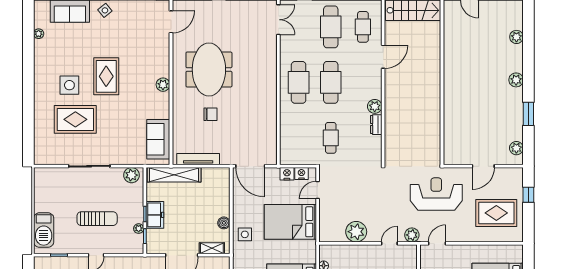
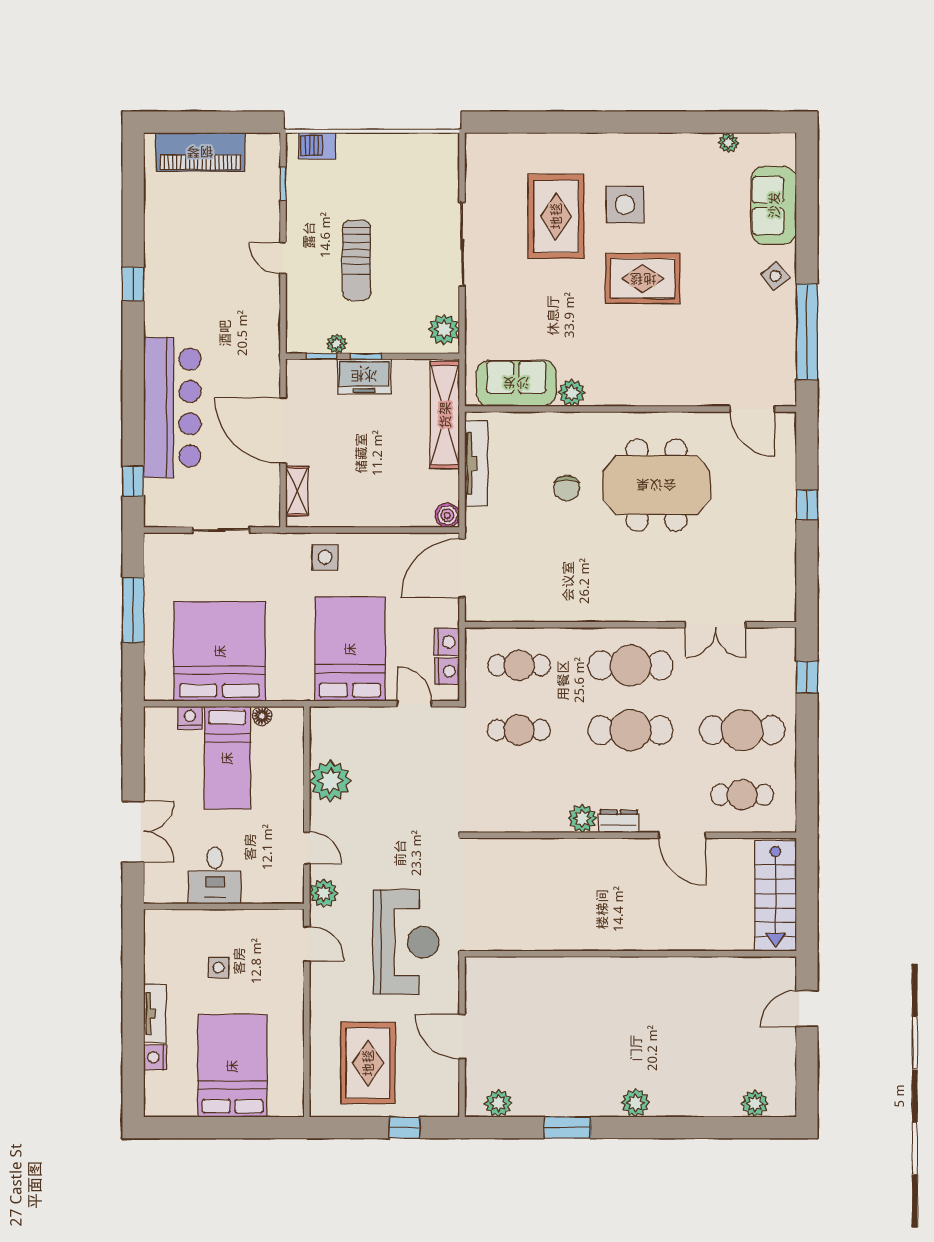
double door: (278, 20) -> (715, 625), moved
plant: (516, 37) -> (755, 1104), moved
plant: (163, 85) -> (572, 393), moved
dresser: (376, 125) -> (619, 821), moved
cafe table: (299, 138) -> (519, 665), added
boiler: (224, 223) -> (447, 515), moved
barbecue: (44, 230) -> (317, 146), width x0.53, depth x0.65

